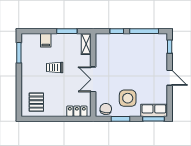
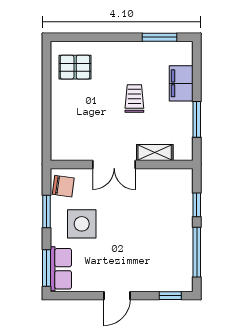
filing cabinet: (46, 40) -> (181, 83), width x2.00
shelving: (86, 44) -> (155, 152), moved
double door: (93, 79) -> (114, 164), swing flipped
locker: (77, 111) -> (59, 137), removed

